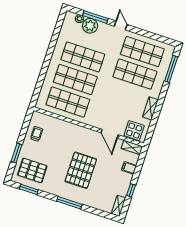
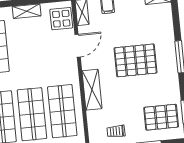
shelving: (74, 130) -> (92, 90), added
pallet: (32, 170) -> (161, 117), turned 90

